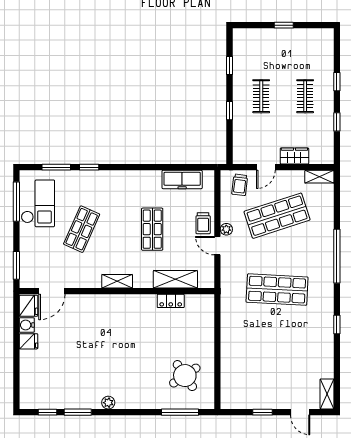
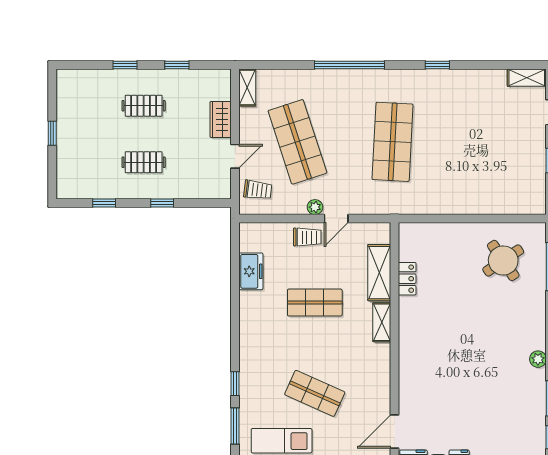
door: (266, 167) -> (235, 156), hinge flipped
freezer: (182, 180) -> (251, 271), width x0.71
shelving: (117, 281) -> (382, 322), moved
door: (52, 291) -> (395, 432), swing flipped

